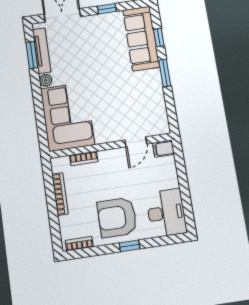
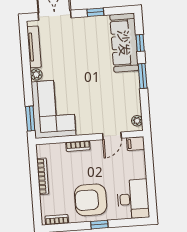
window: (32, 55) -> (30, 119), moved
plant: (163, 123) -> (137, 121), added
bookcase: (84, 159) -> (78, 146), moved

